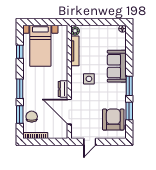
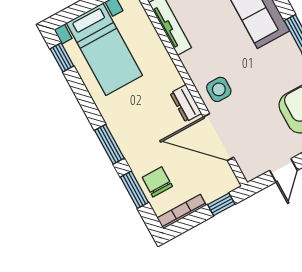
window: (20, 52) -> (62, 57), moved
side table: (89, 79) -> (219, 89), moved
window: (54, 142) -> (221, 204), added

